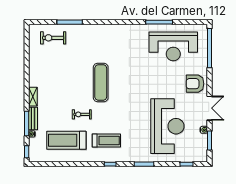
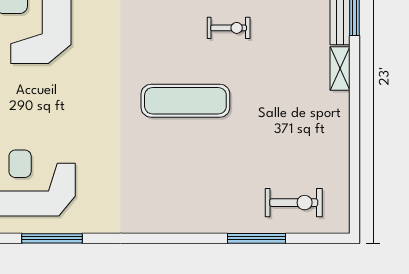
exercise mat: (101, 82) -> (185, 101), turned 90

